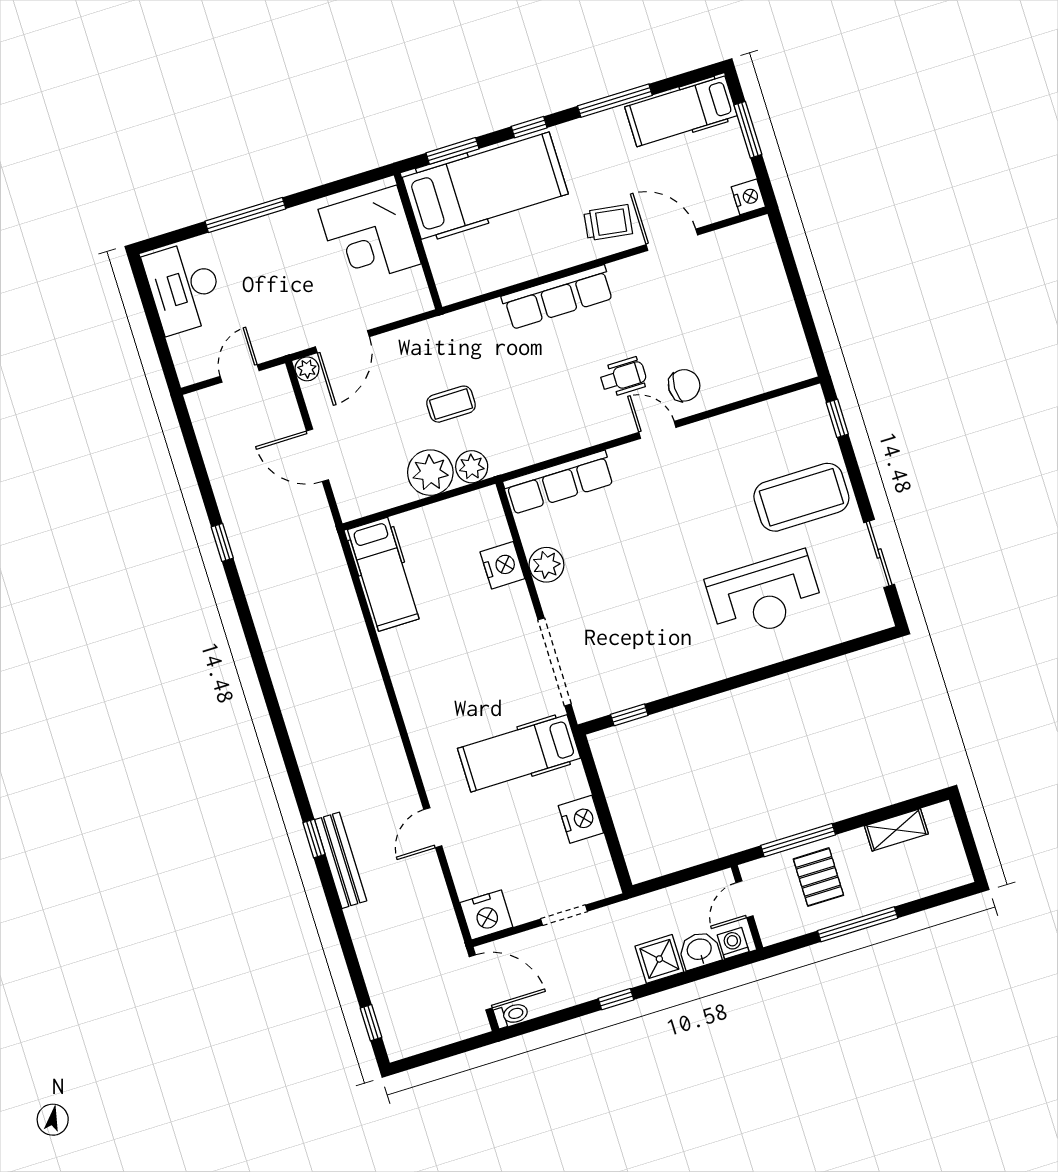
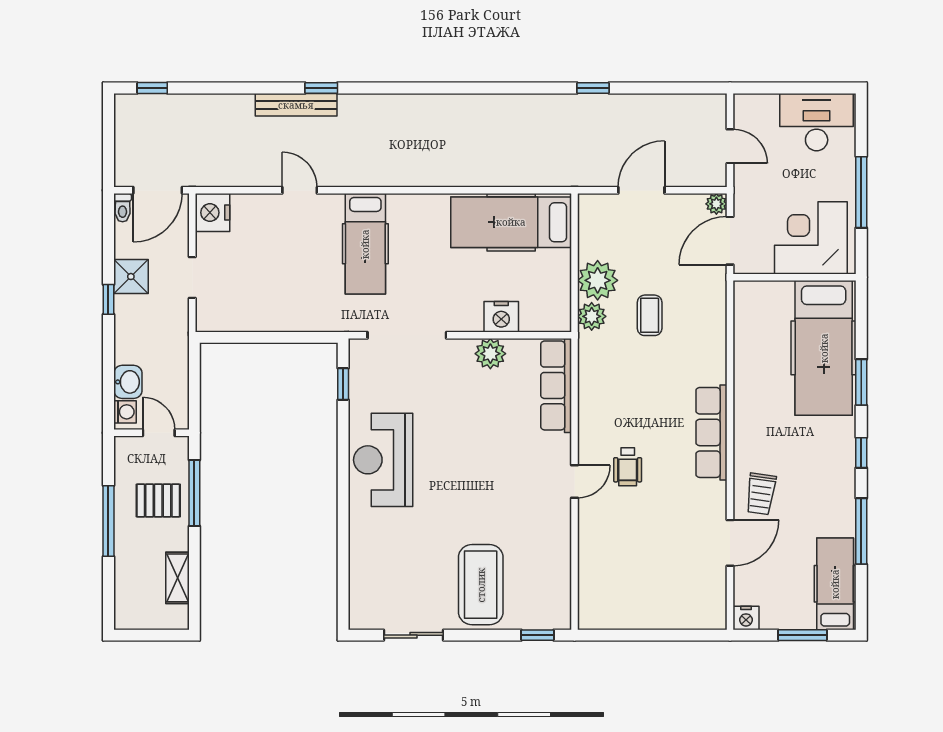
hospital bed: (485, 186) -> (824, 348), moved
corner desk: (370, 237) -> (811, 238), moved
wall: (418, 241) -> (795, 277), moved
door: (342, 342) -> (730, 241), hinge flipped
chair: (684, 385) -> (605, 515), removed
hospital bed: (383, 574) -> (511, 222), width x1.37, depth x1.29
reception desk: (764, 596) -> (383, 460), moved
hospital bed: (519, 753) -> (365, 244), moved, turned 180
nightstand: (581, 819) -> (268, 317), removed
shower: (659, 959) -> (131, 277), moved

